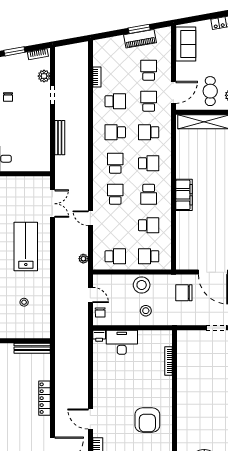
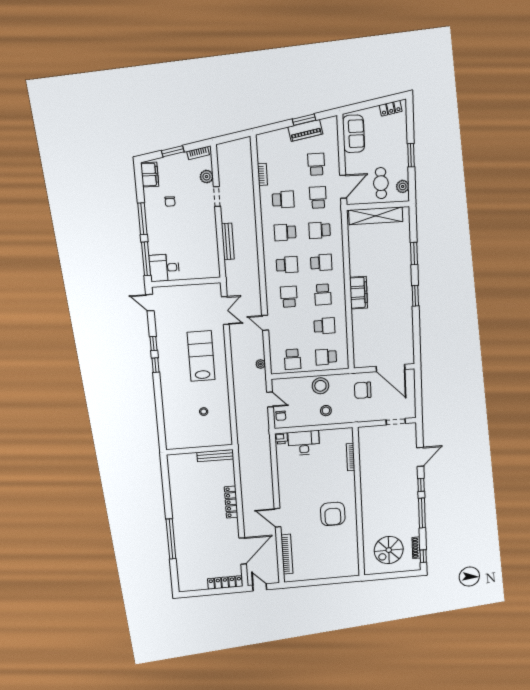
school desk: (115, 163) -> (287, 265), turned 90
school desk: (115, 256) -> (293, 359), turned 90

